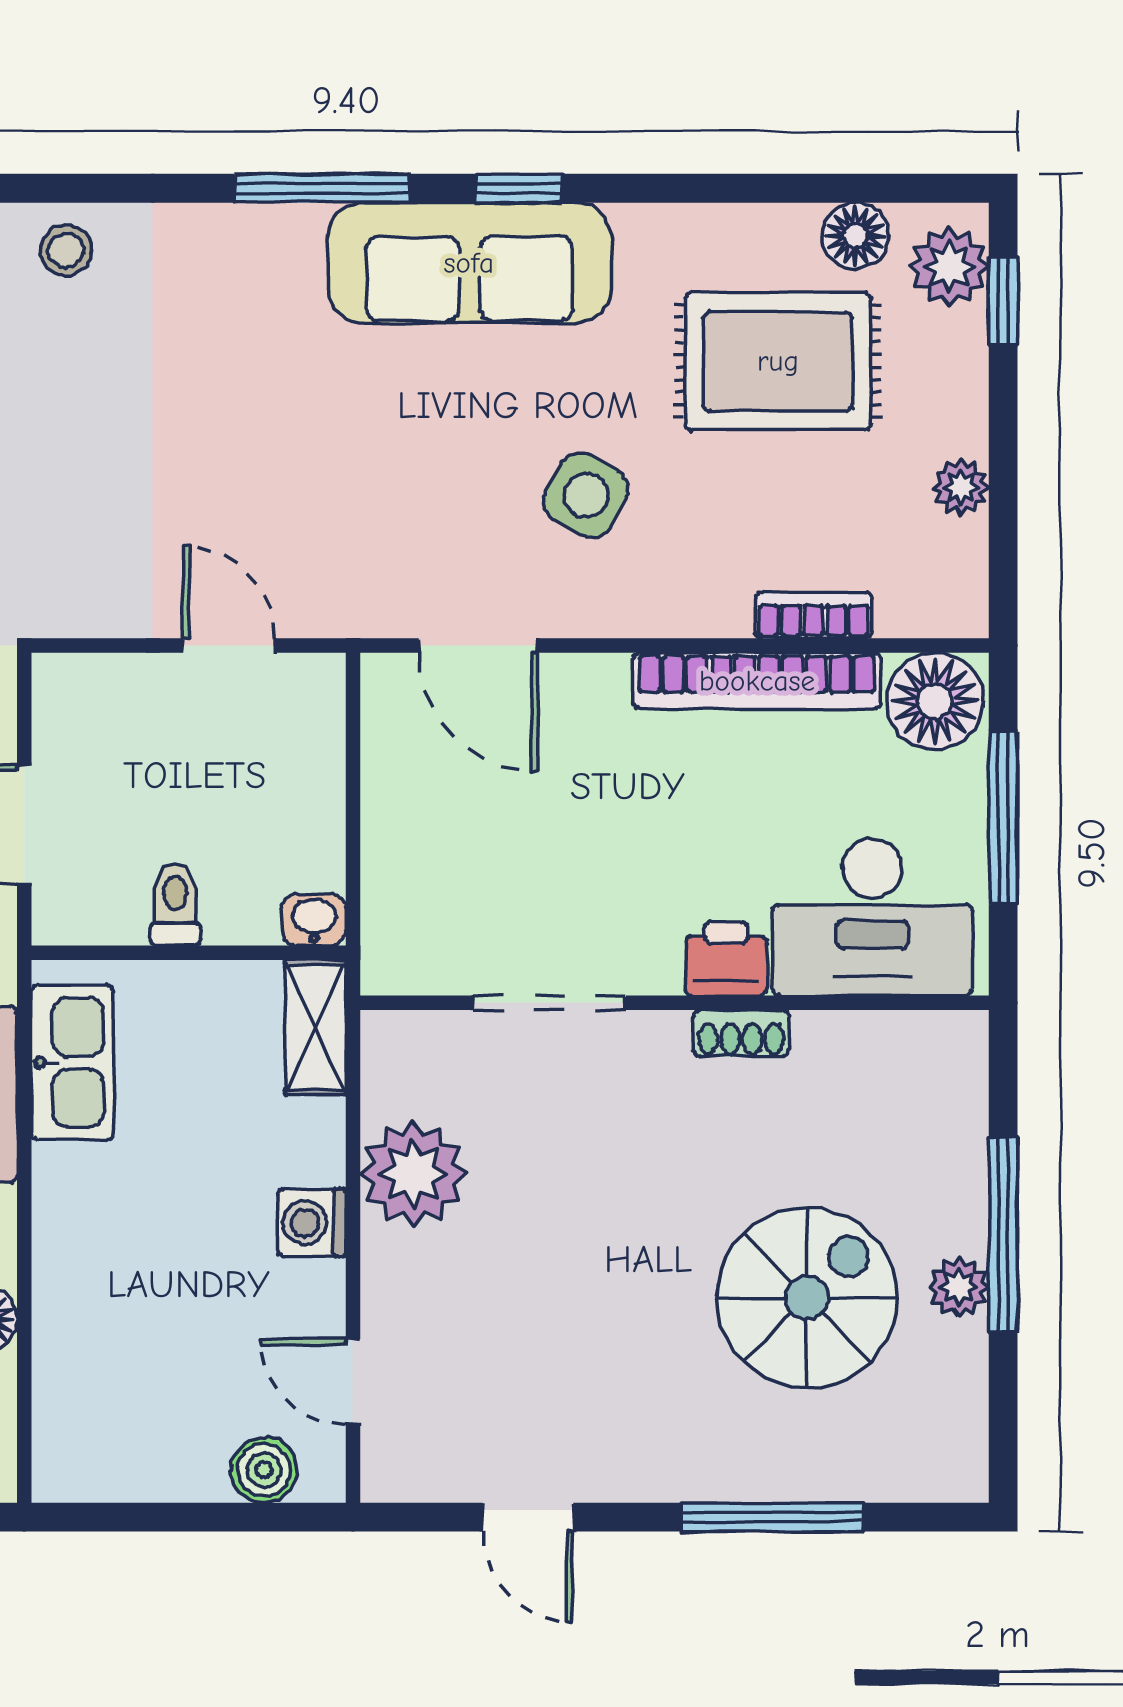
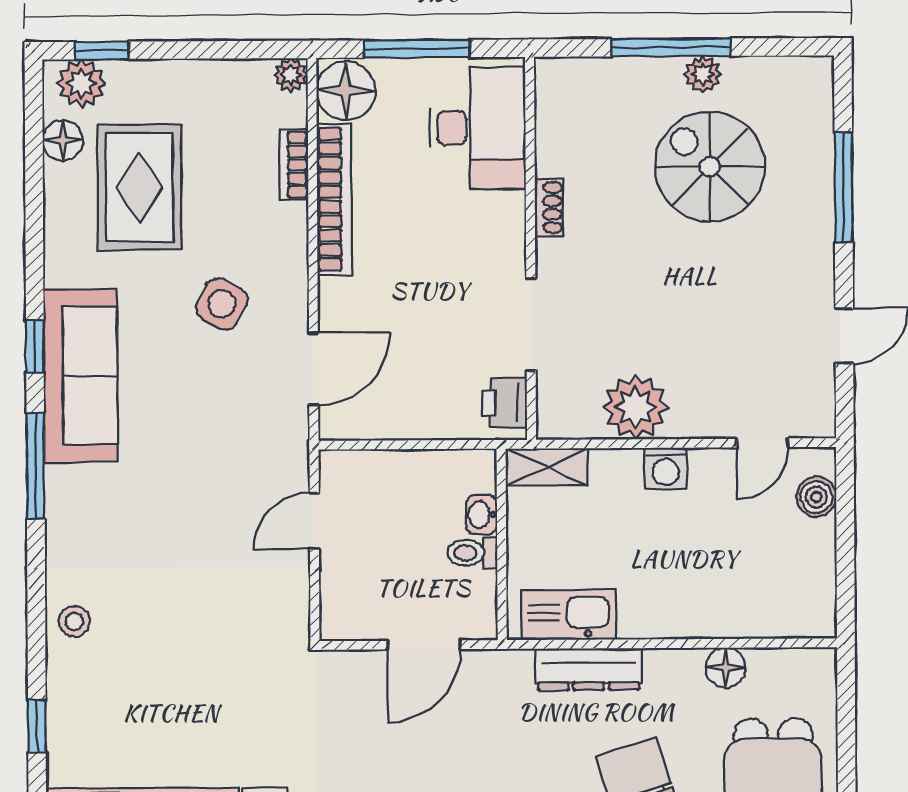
plant: (961, 488) -> (291, 75), moved
washbasin: (314, 920) -> (481, 514), moved
printer: (726, 958) -> (504, 403), moved

